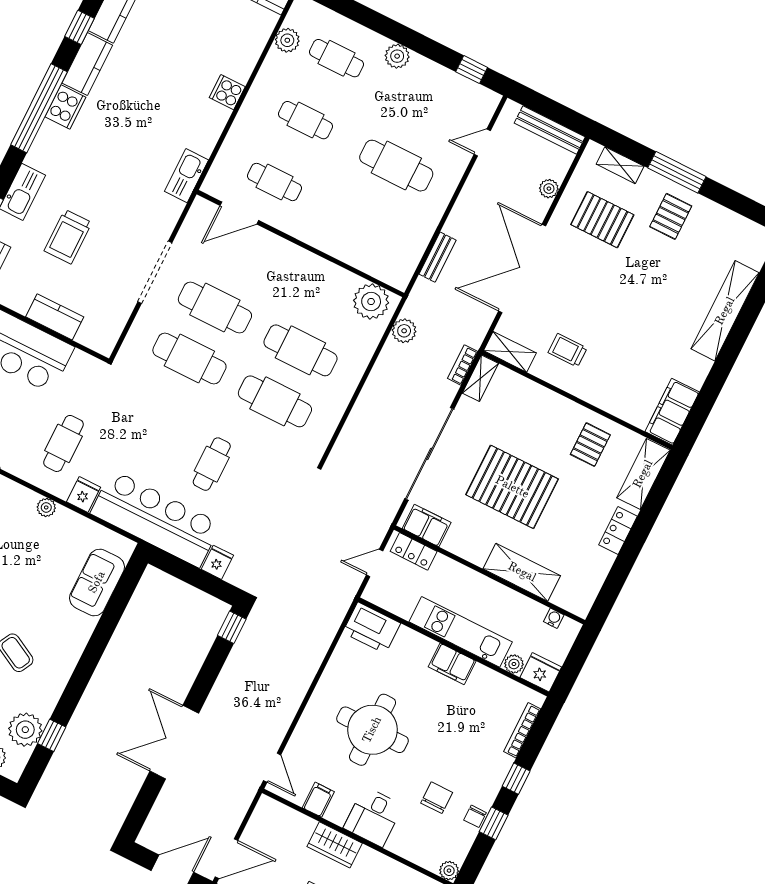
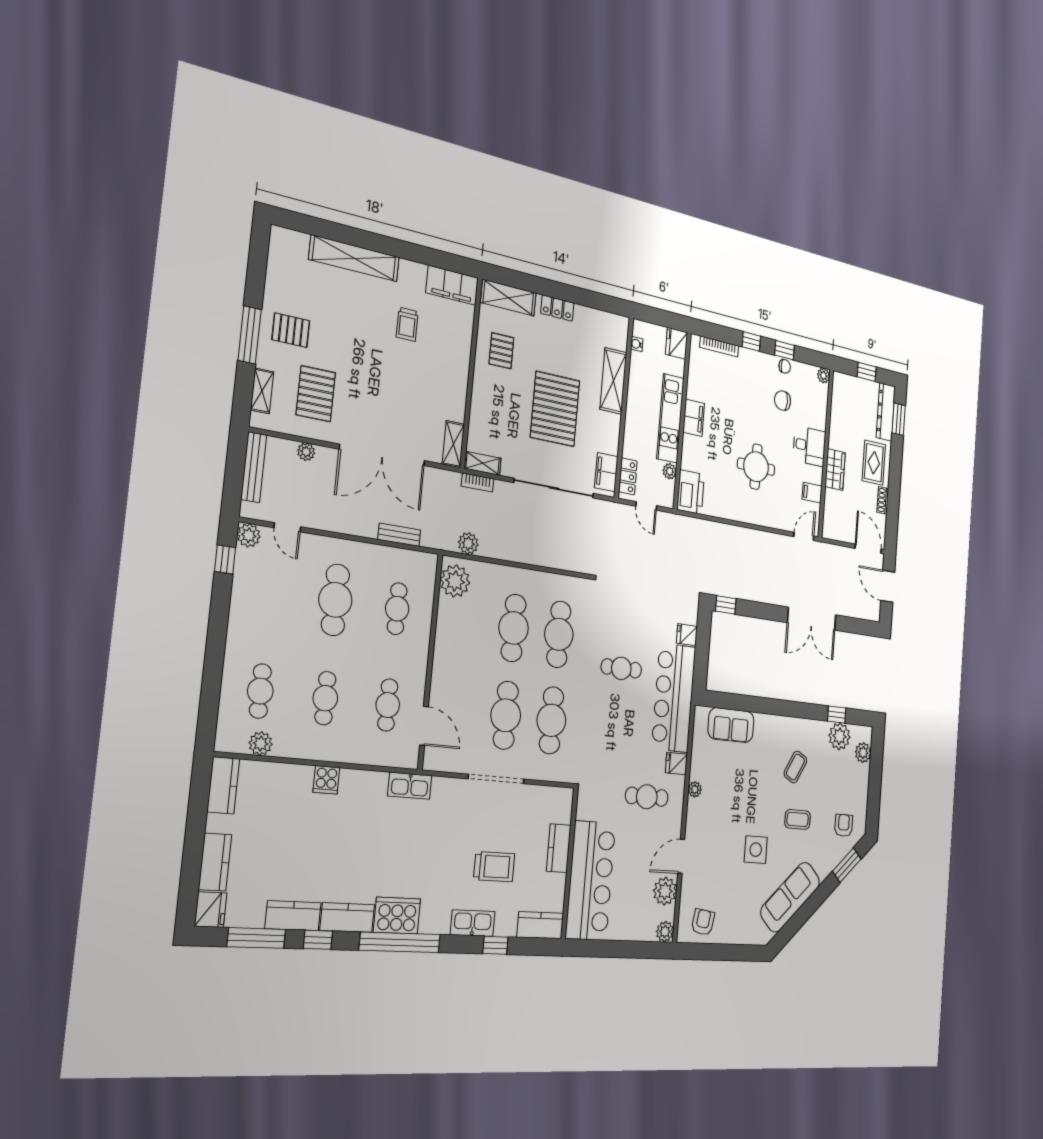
plant: (397, 56) -> (249, 535), moved
cooker: (65, 107) -> (397, 915), width x1.37, depth x1.31
cafe table: (365, 227) -> (397, 609), added
trolley: (568, 350) -> (407, 324), moved
pallet: (590, 445) -> (501, 351), turned 90
plant: (514, 664) -> (670, 471), moved
round table: (372, 730) -> (756, 467), width x0.73, depth x0.73

